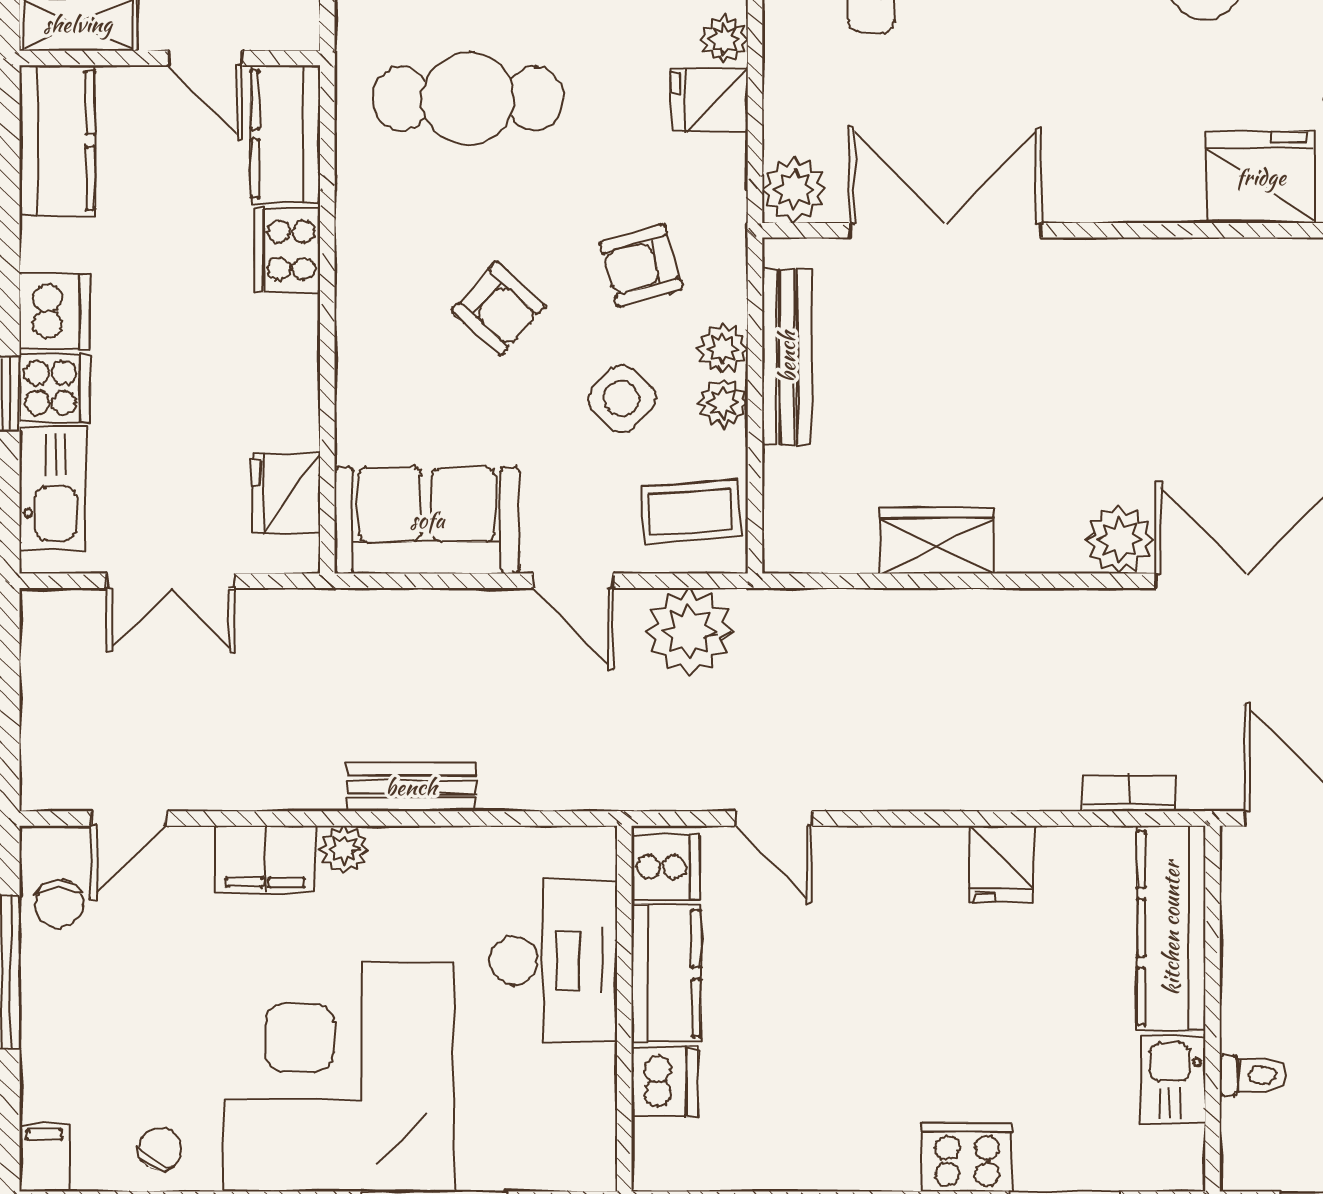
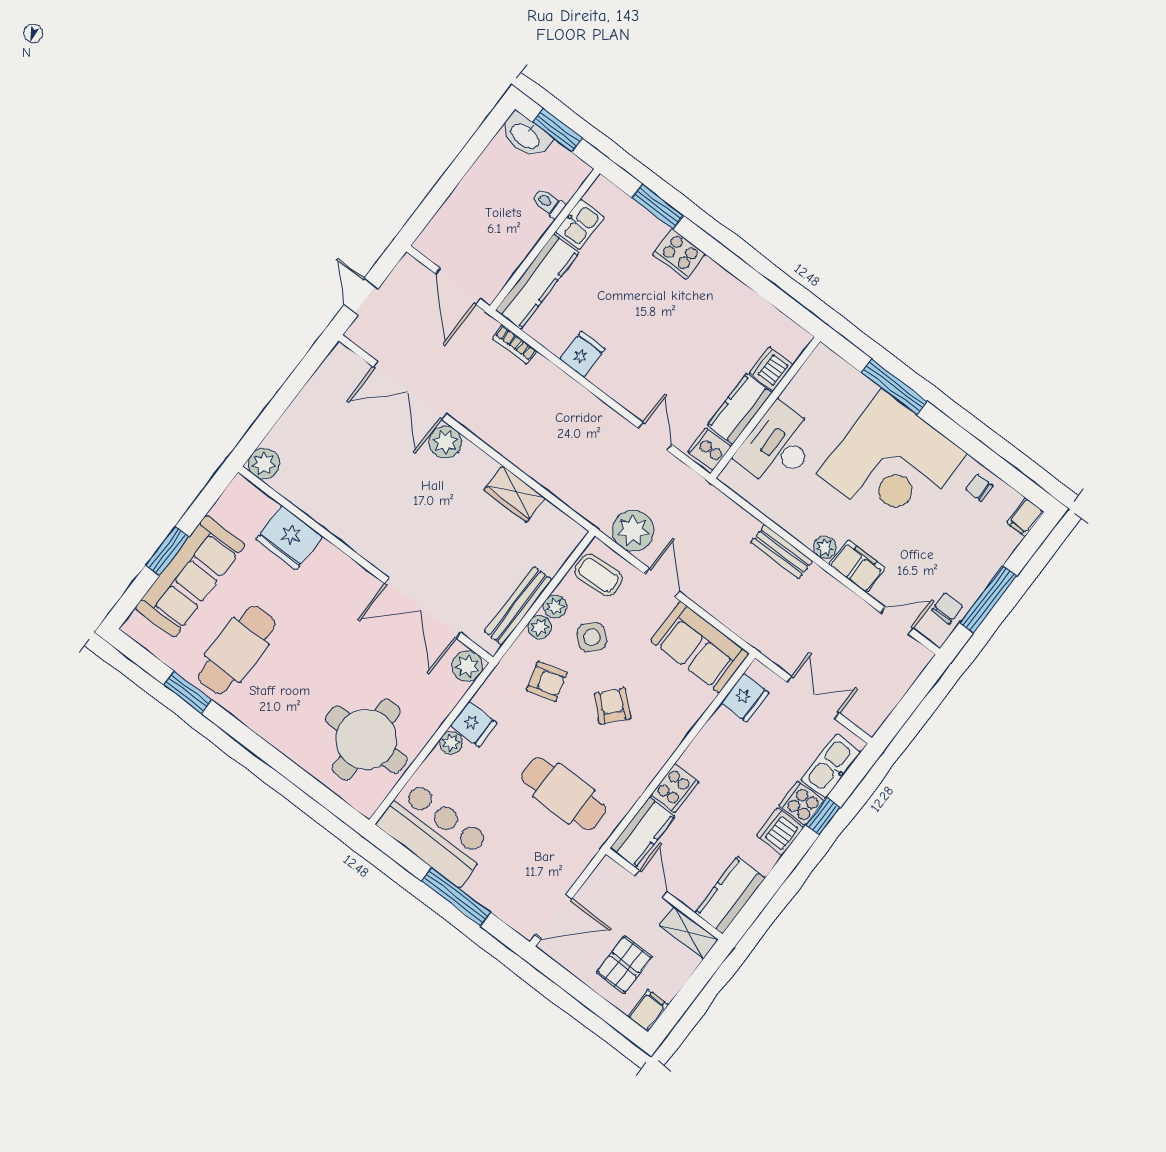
chair: (161, 1149) -> (979, 488), turned 59

